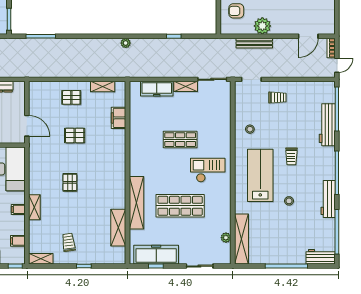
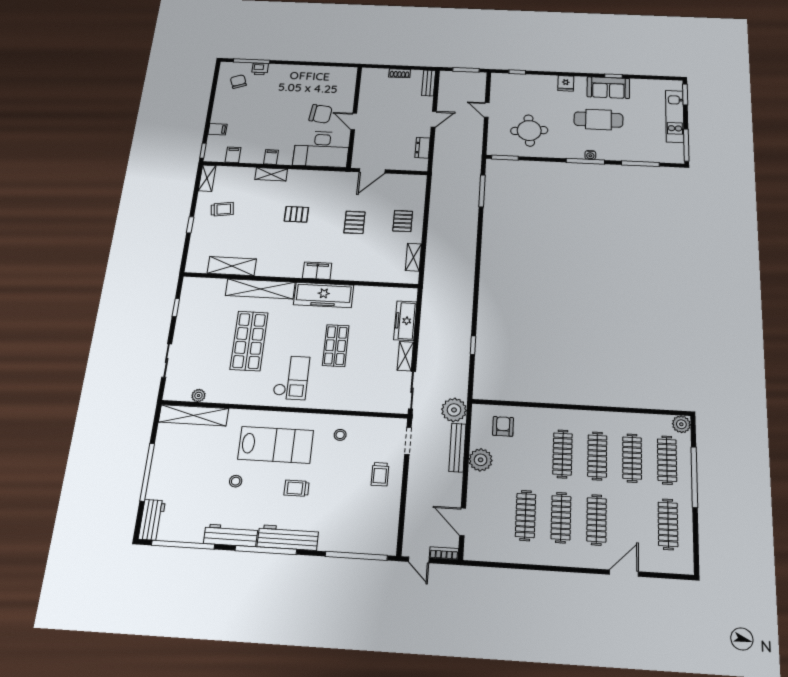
plant: (126, 43) -> (454, 410), moved, width x1.88, depth x1.88
filing cabinet: (119, 118) -> (317, 271), moved
workbench: (327, 125) -> (288, 538), moved
freezer: (156, 255) -> (324, 295), moved, turned 90

